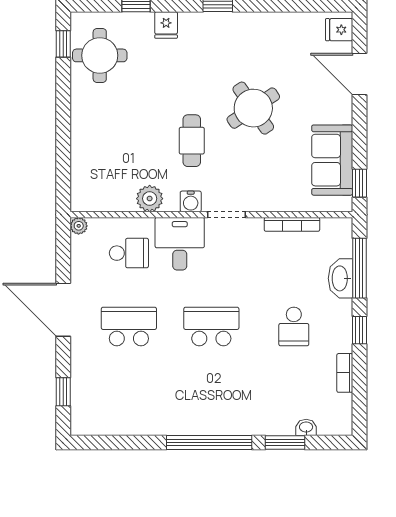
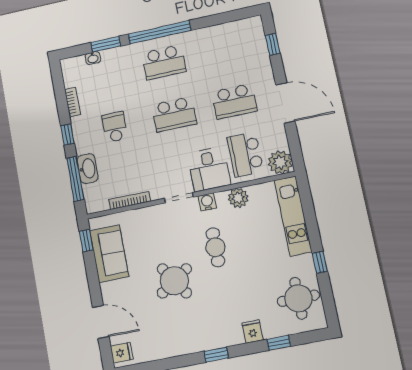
window: (63, 44) -> (320, 262), moved
kitchen unit: (85, 161) -> (293, 216), added
plant: (79, 226) -> (280, 162), width x1.87, depth x1.87
school desk: (129, 253) -> (245, 155), width x1.85
school desk: (211, 400) -> (164, 62), added

